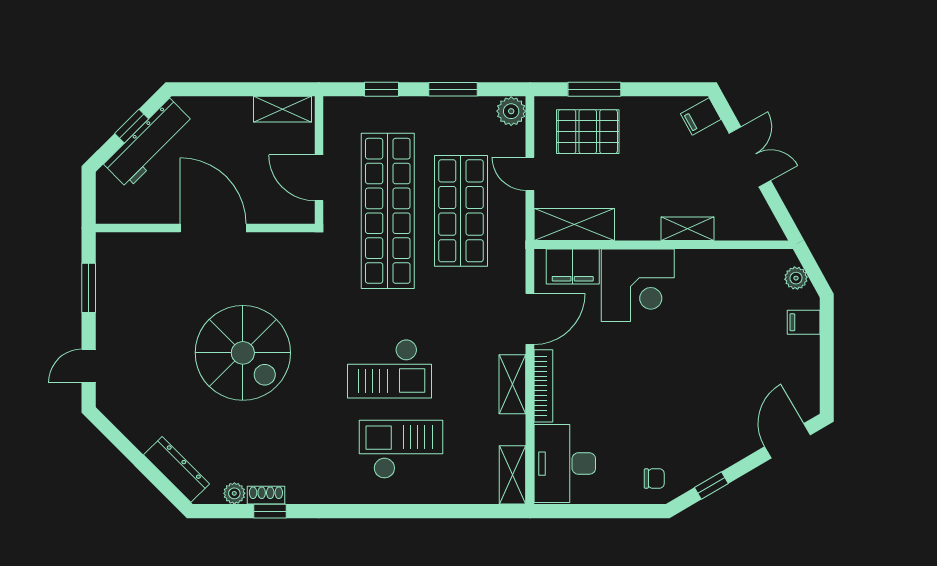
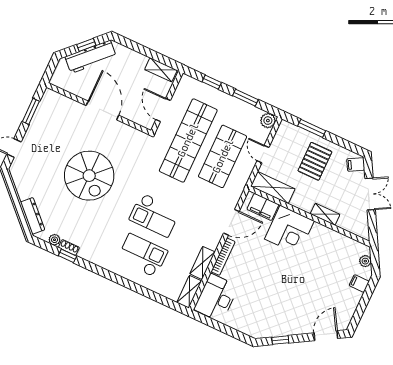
pallet: (588, 132) -> (315, 161), moved, turned 90
shelving: (512, 384) -> (202, 263), moved
chair: (654, 479) -> (255, 324), removed

